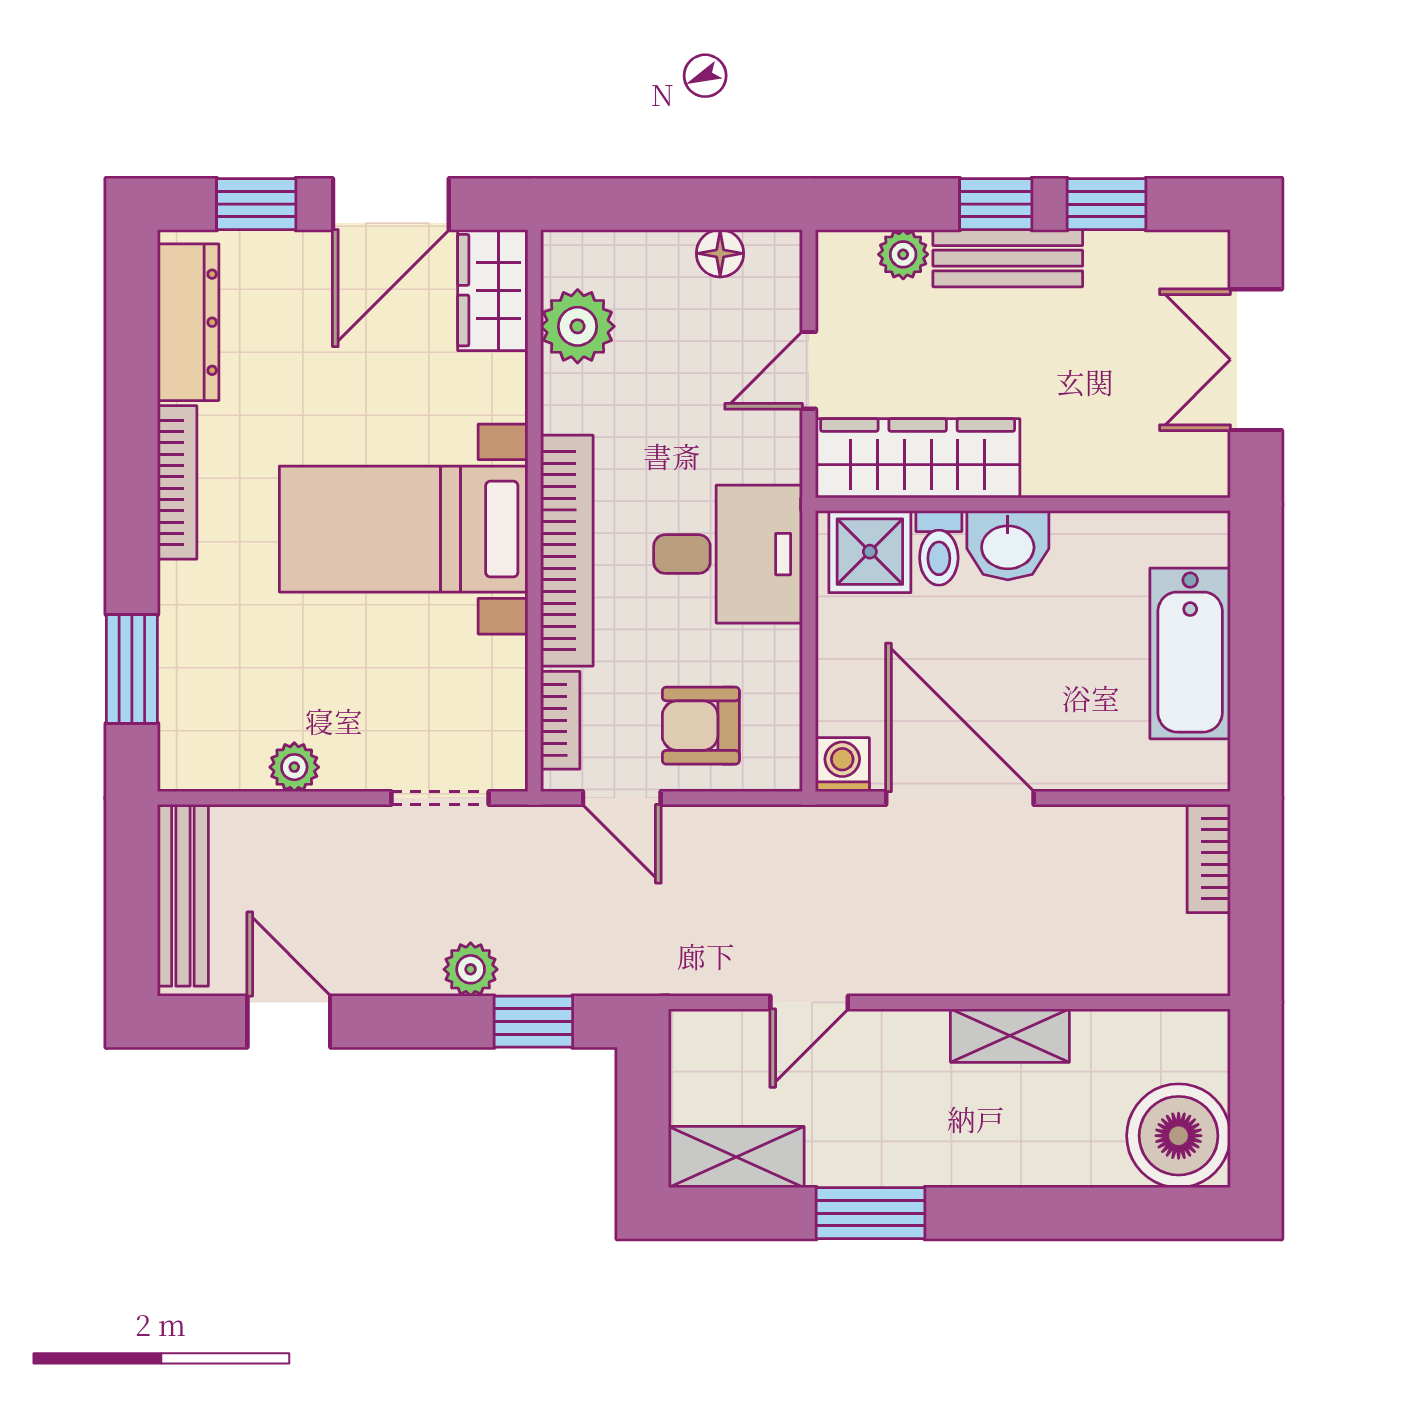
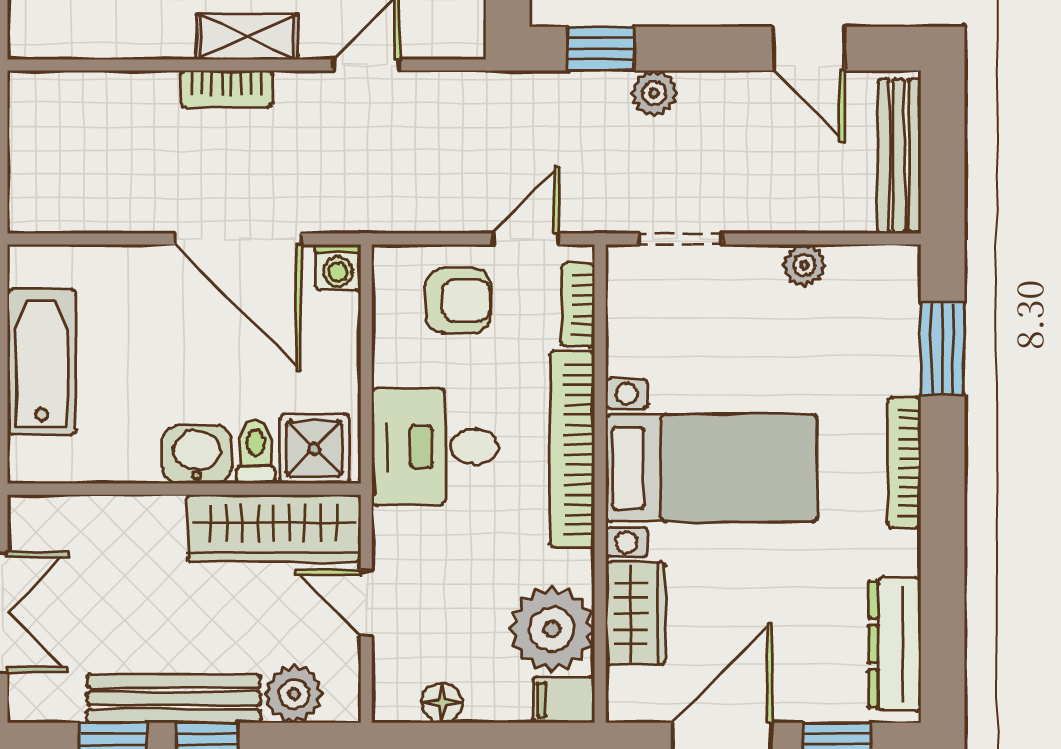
plant: (903, 254) -> (294, 694), width x1.38, depth x1.38
filing cabinet: (577, 257) -> (564, 700), added
bench: (1008, 258) -> (174, 699), width x1.36
wardrobe: (493, 290) -> (635, 613), moved
plant: (578, 326) -> (552, 629), width x1.36, depth x1.36
door: (809, 370) -> (366, 603), swing flipped
bookcase: (177, 482) -> (904, 463), moved
door: (622, 798) -> (525, 239), hinge flipped
bookcase: (1209, 859) -> (227, 89), moved, turned 90
shelving: (1010, 1036) -> (247, 37), moved

